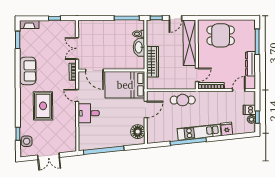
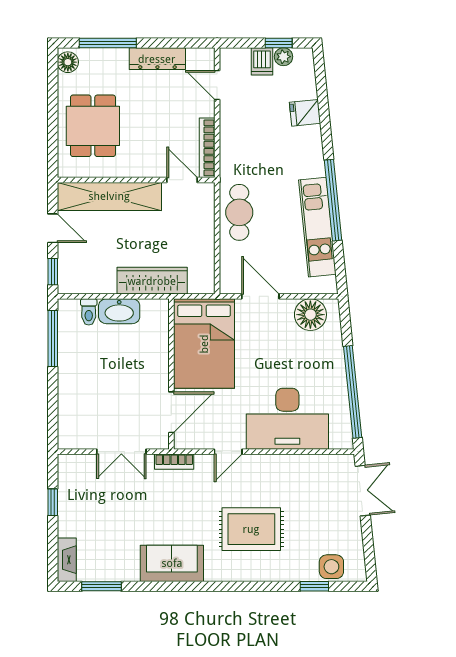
floor lamp: (249, 24) -> (68, 62), added
desk: (89, 113) -> (287, 419), width x1.87, depth x1.30
kitchen unit: (199, 132) -> (317, 227), moved
double door: (48, 156) -> (363, 491), moved

